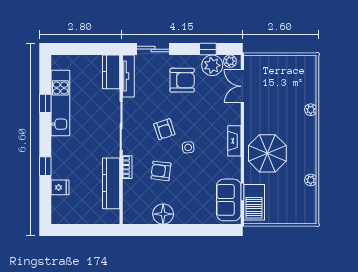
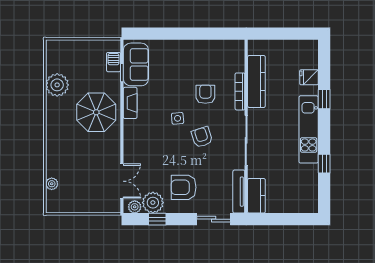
kitchen unit: (60, 103) -> (309, 129), moved
plant: (311, 110) -> (52, 184), moved
fireplace: (234, 141) -> (130, 103), moved
bookcase: (127, 167) -> (240, 91), width x1.56
armchair: (161, 171) -> (205, 94), turned -97
plant: (311, 180) -> (57, 85), width x1.88, depth x1.88
barbecue: (254, 202) -> (114, 62), width x0.53, depth x0.65
floor lamp: (163, 214) -> (203, 50), removed

